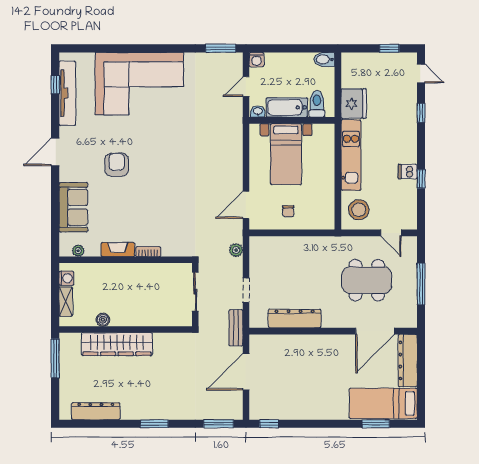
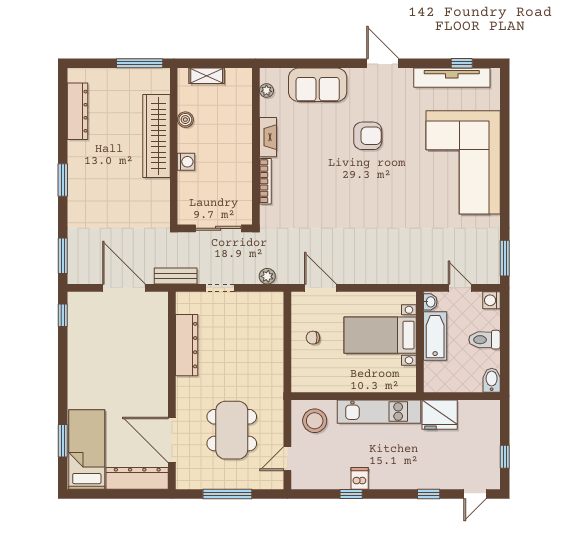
toilet: (317, 104) -> (484, 340), moved, turned 180
bookcase: (148, 252) -> (265, 181), width x1.56
washing machine: (66, 278) -> (186, 162), moved, turned -90

